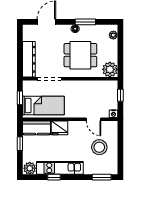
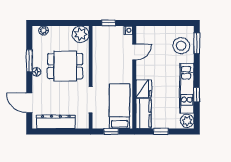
dining table: (80, 55) -> (65, 66), turned 90
dresser: (29, 59) -> (56, 122), moved
stool: (99, 147) -> (181, 46), moved

